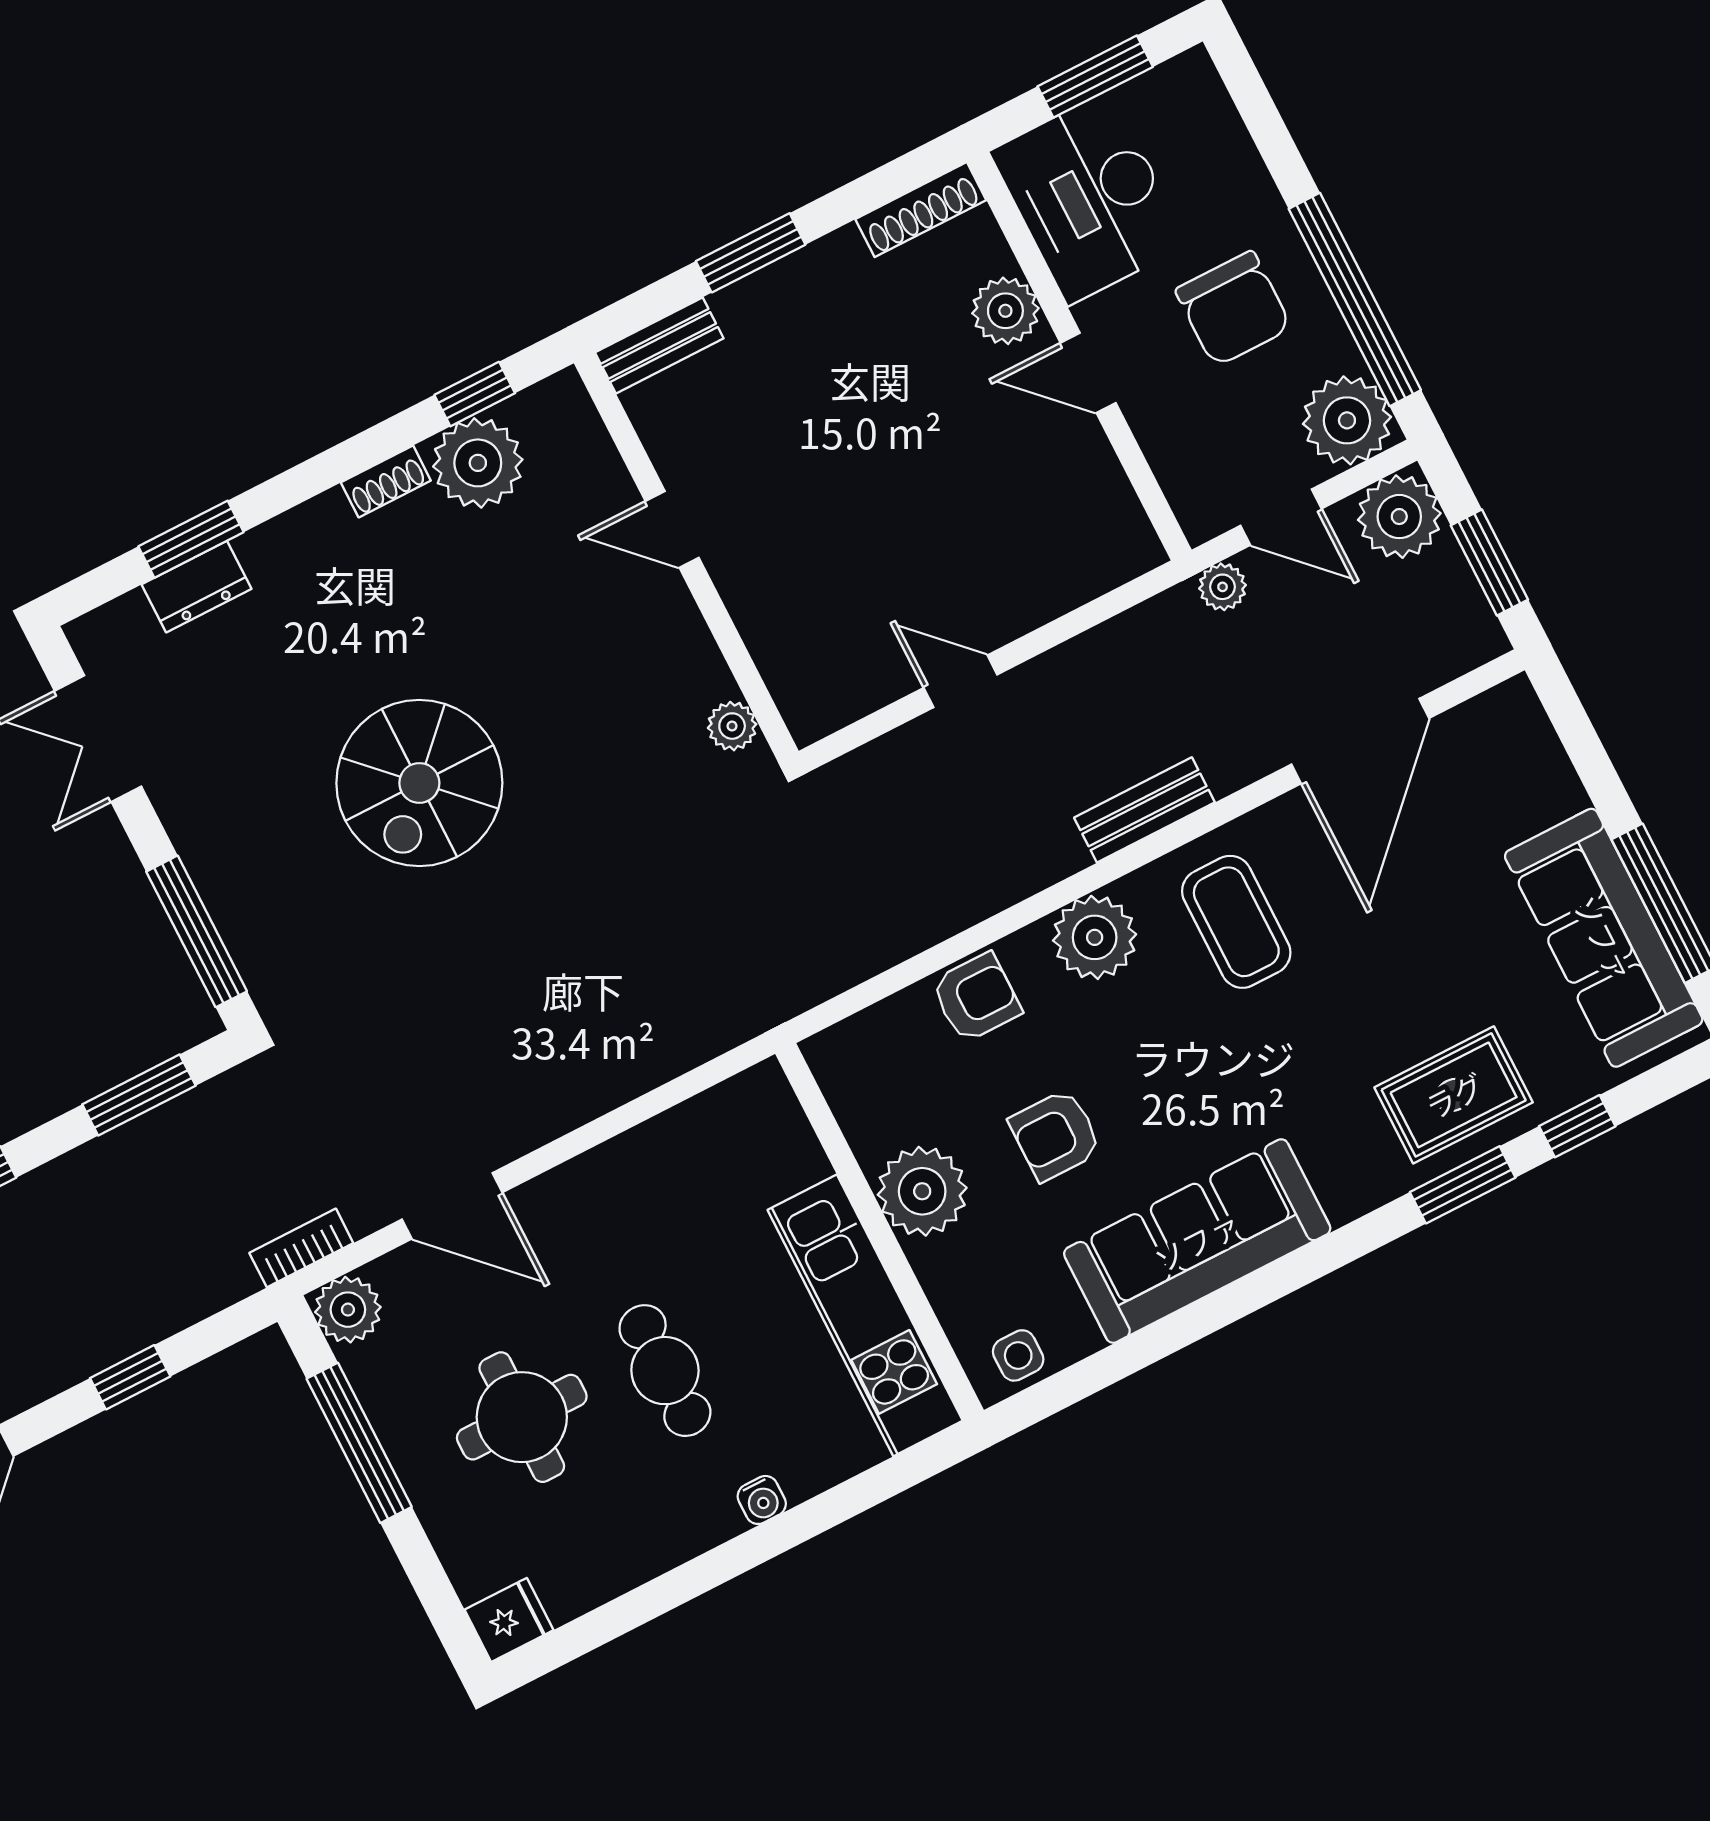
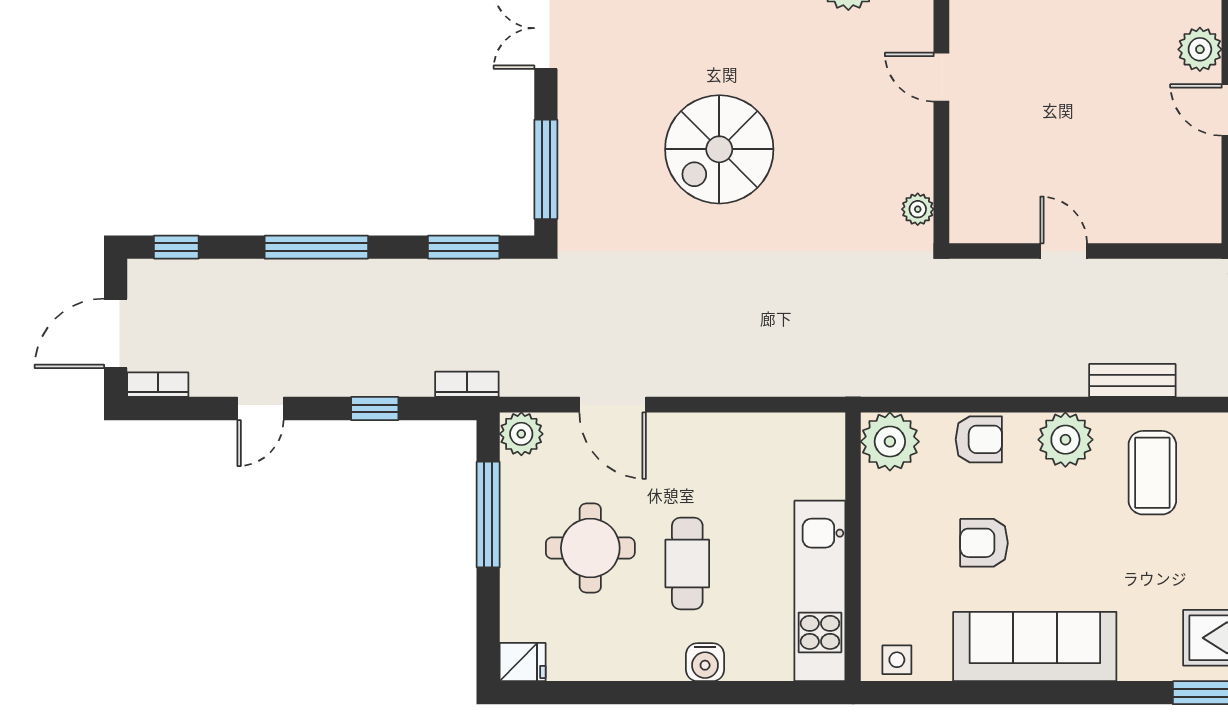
plant: (922, 1191) -> (890, 442), moved
bookcase: (301, 1248) -> (467, 384), moved
water cooler: (762, 1500) -> (705, 662), width x1.38, depth x1.38

